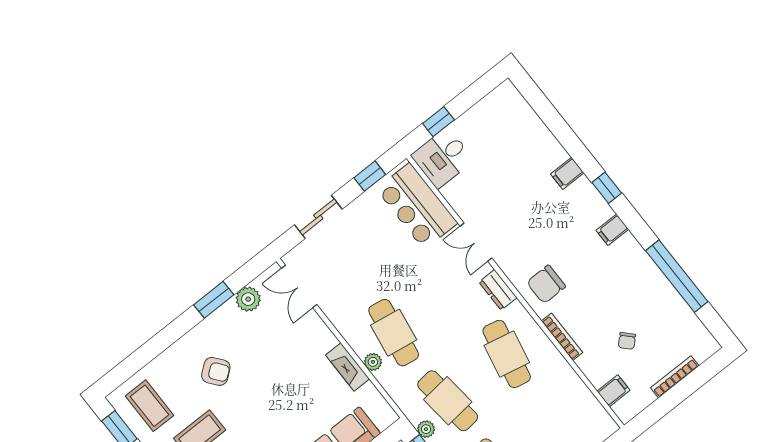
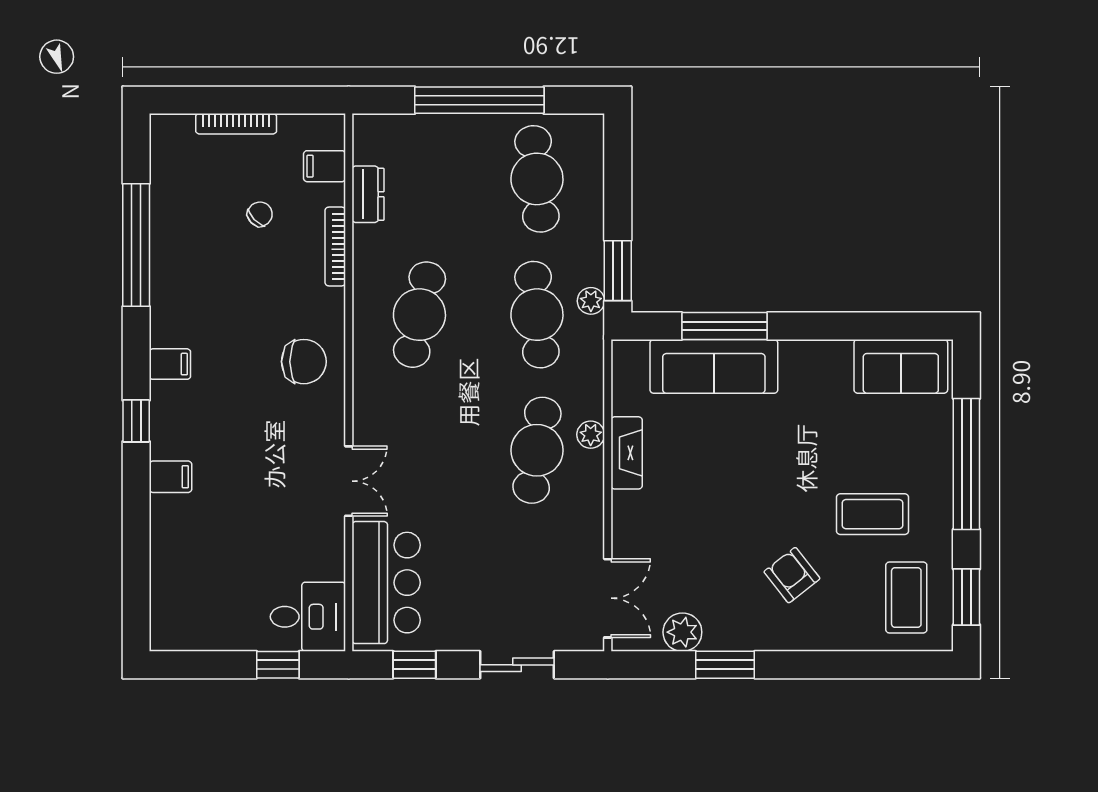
dresser: (498, 290) -> (368, 194), moved
bookcase: (562, 337) -> (335, 246), moved

